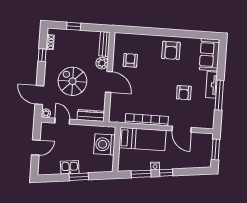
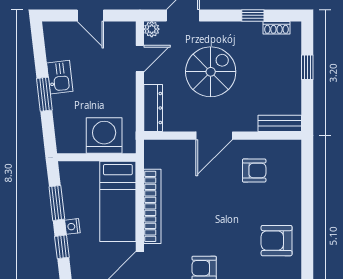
plant: (102, 63) -> (246, 121), removed

